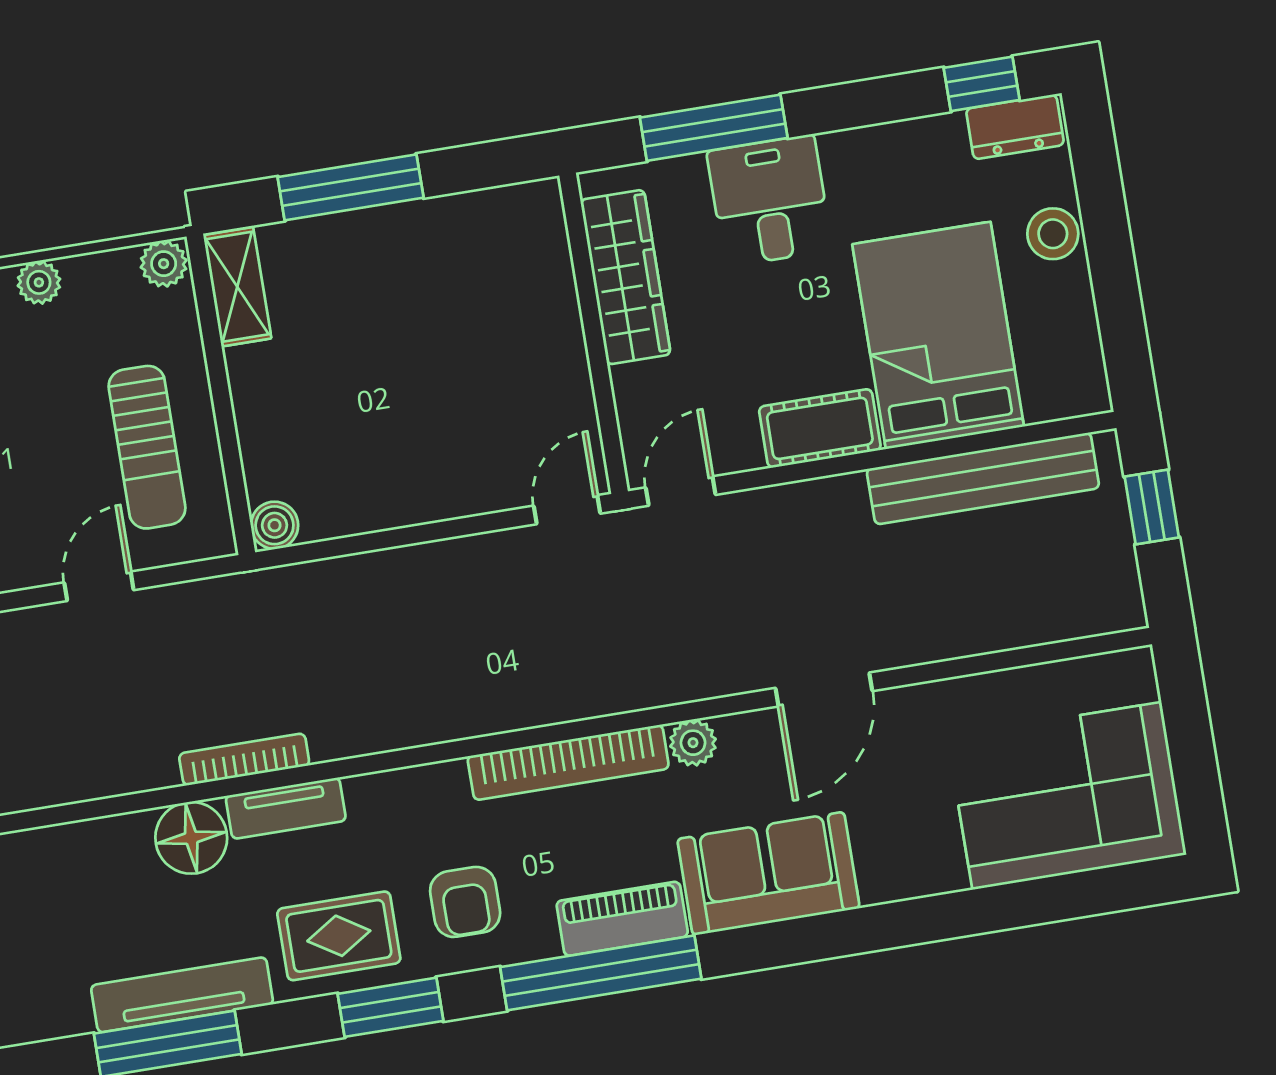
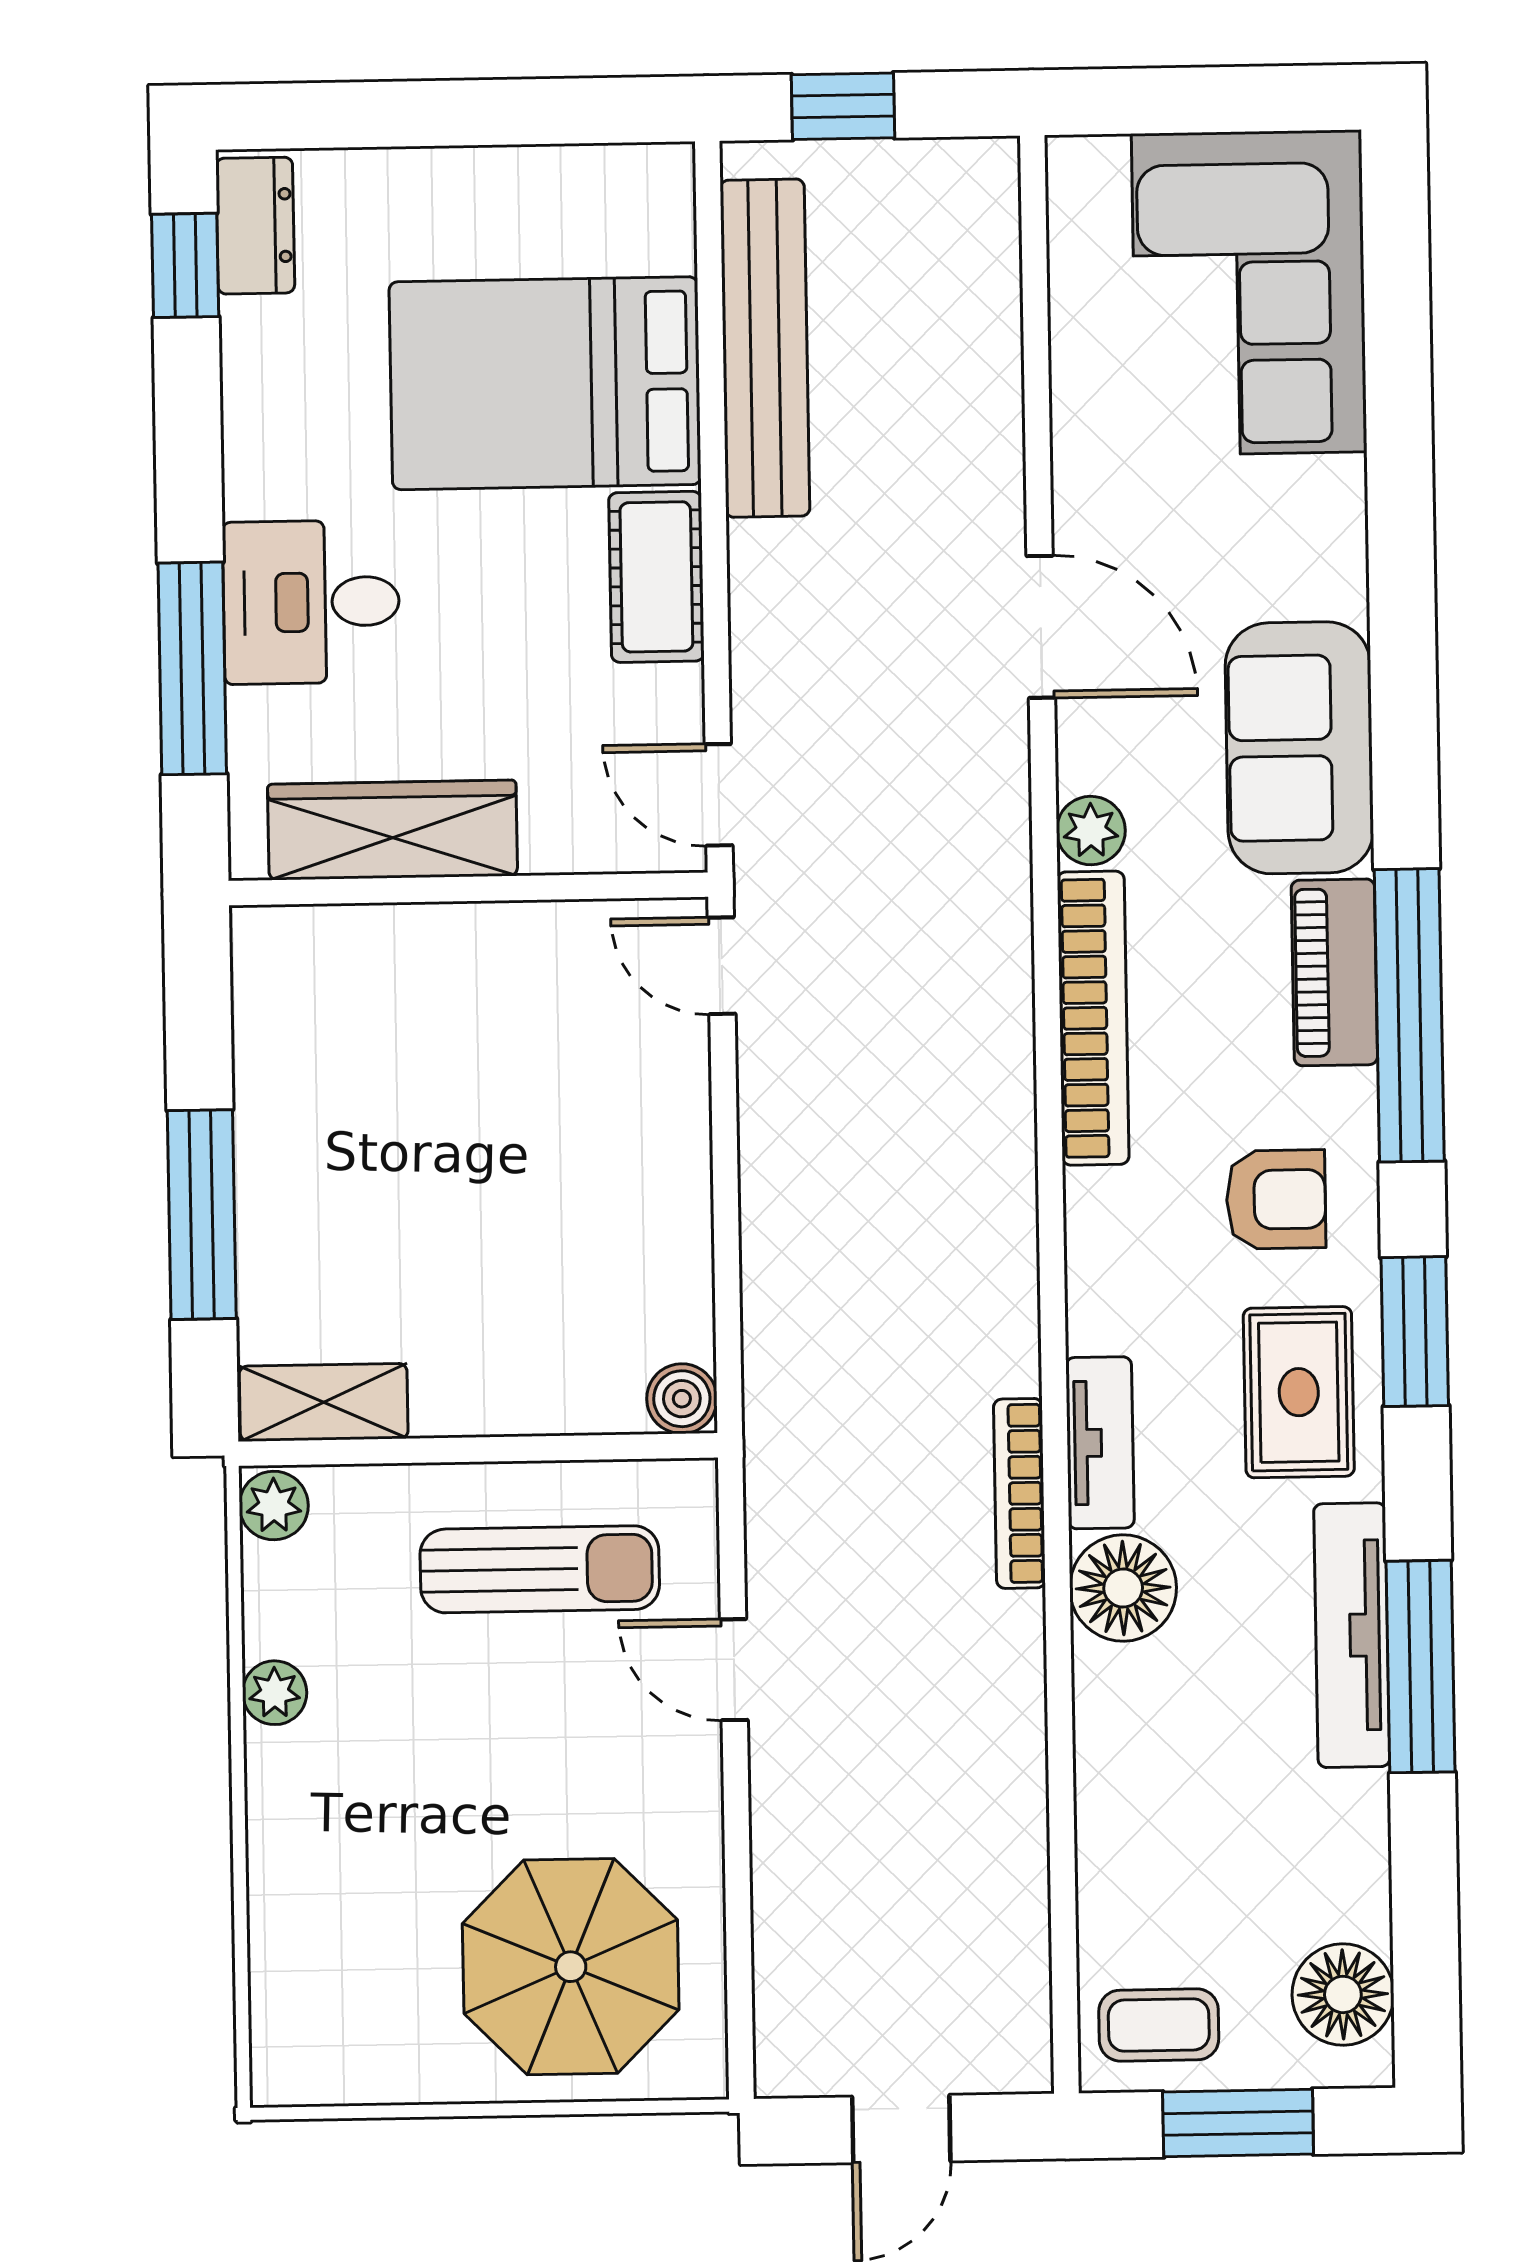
stool: (1053, 234) -> (420, 193), removed

